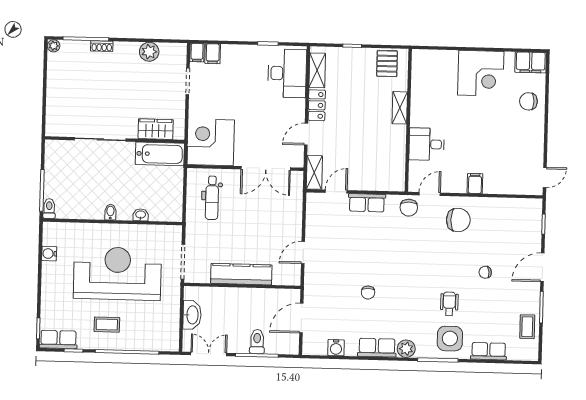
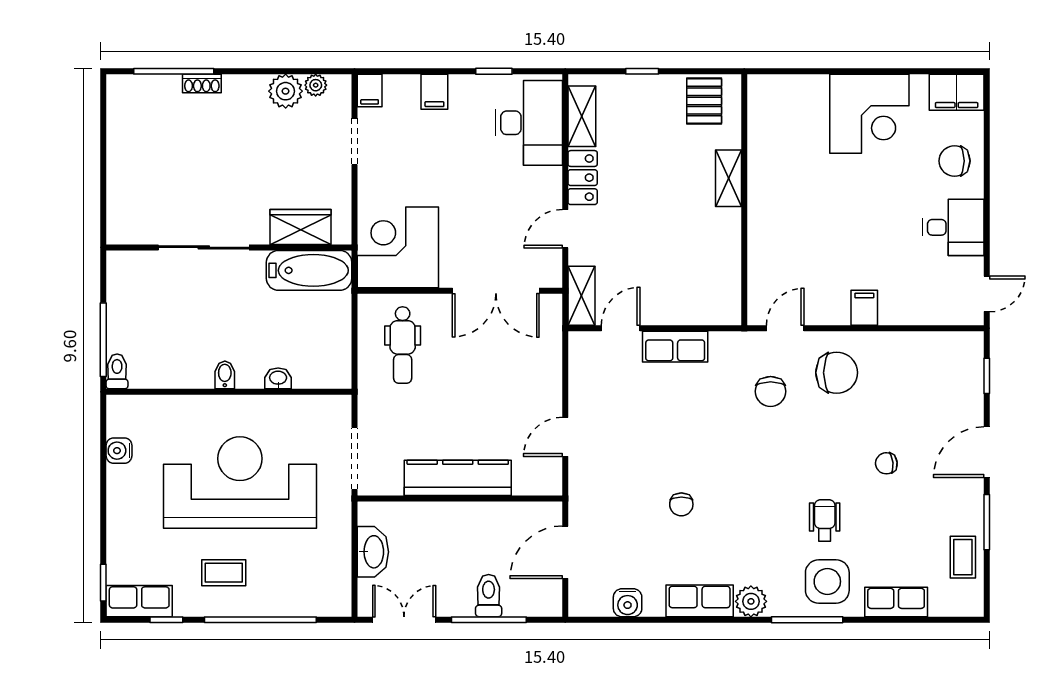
plant: (54, 46) -> (316, 85), moved
filing cabinet: (213, 54) -> (434, 92), moved
desk: (427, 144) -> (953, 227), moved, turned 180
chair: (409, 208) -> (771, 391), moved

